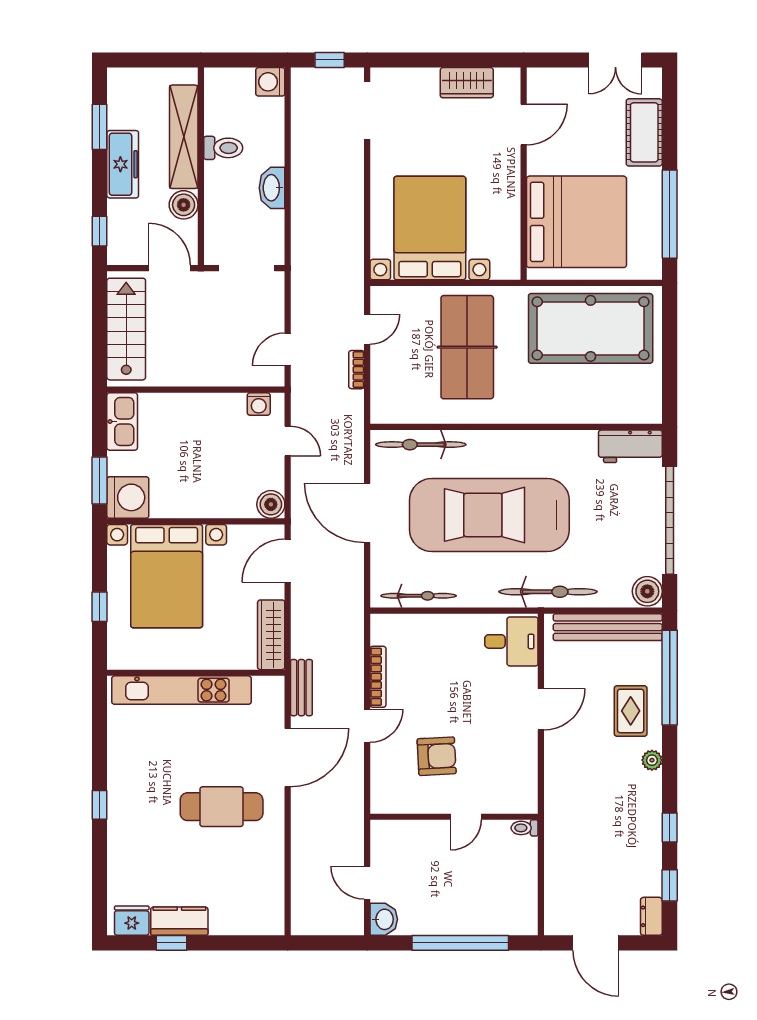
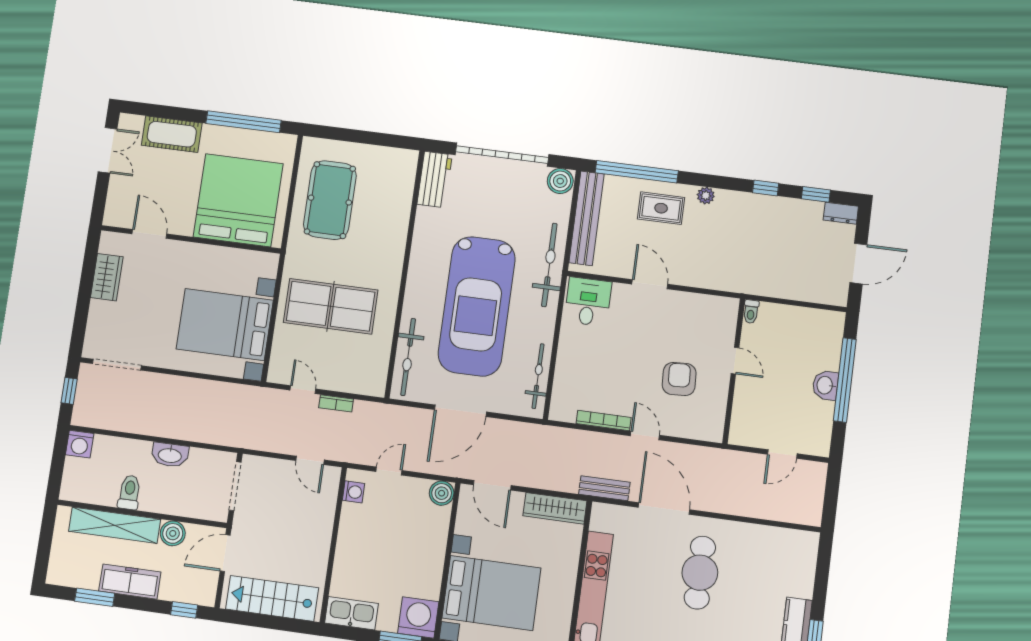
pool table: (591, 328) -> (330, 200), width x0.73, depth x0.76
washbasin: (384, 919) -> (825, 385), moved, turned -90

